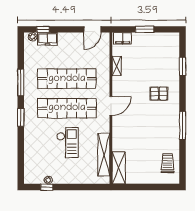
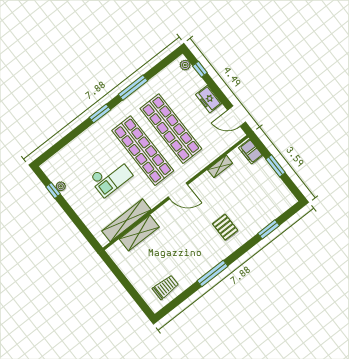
freezer: (48, 39) -> (209, 99), moved
shelving: (119, 168) -> (139, 233), moved

